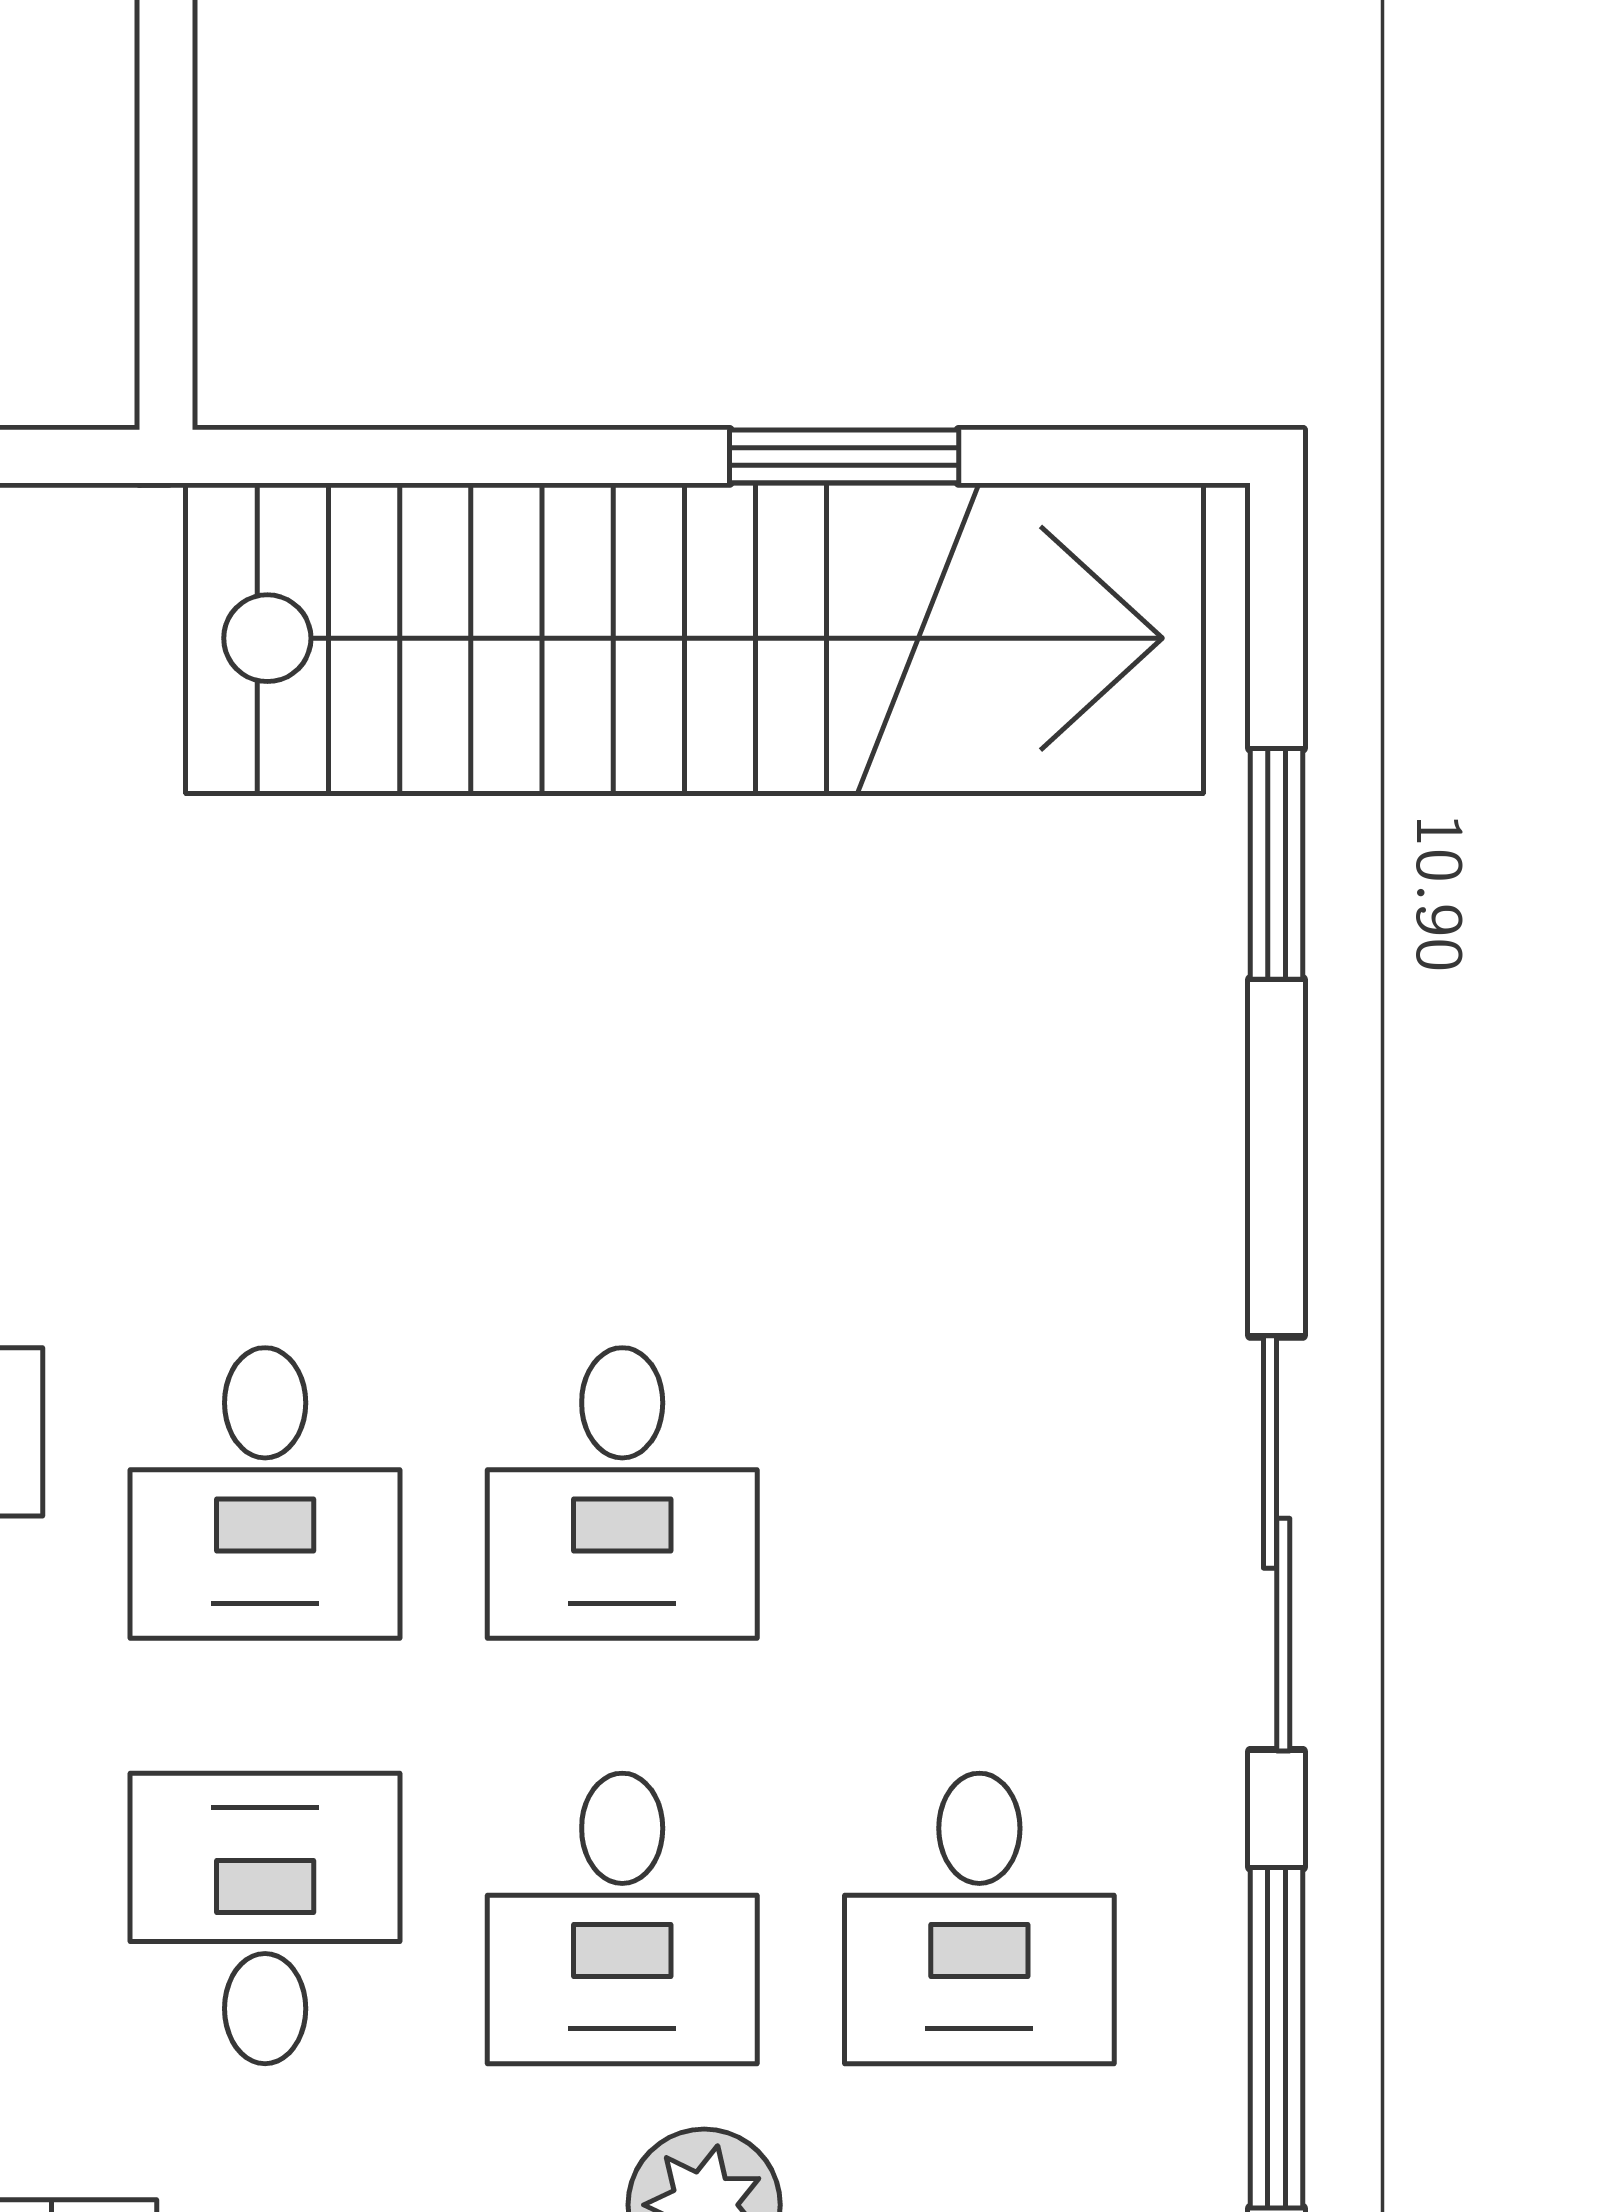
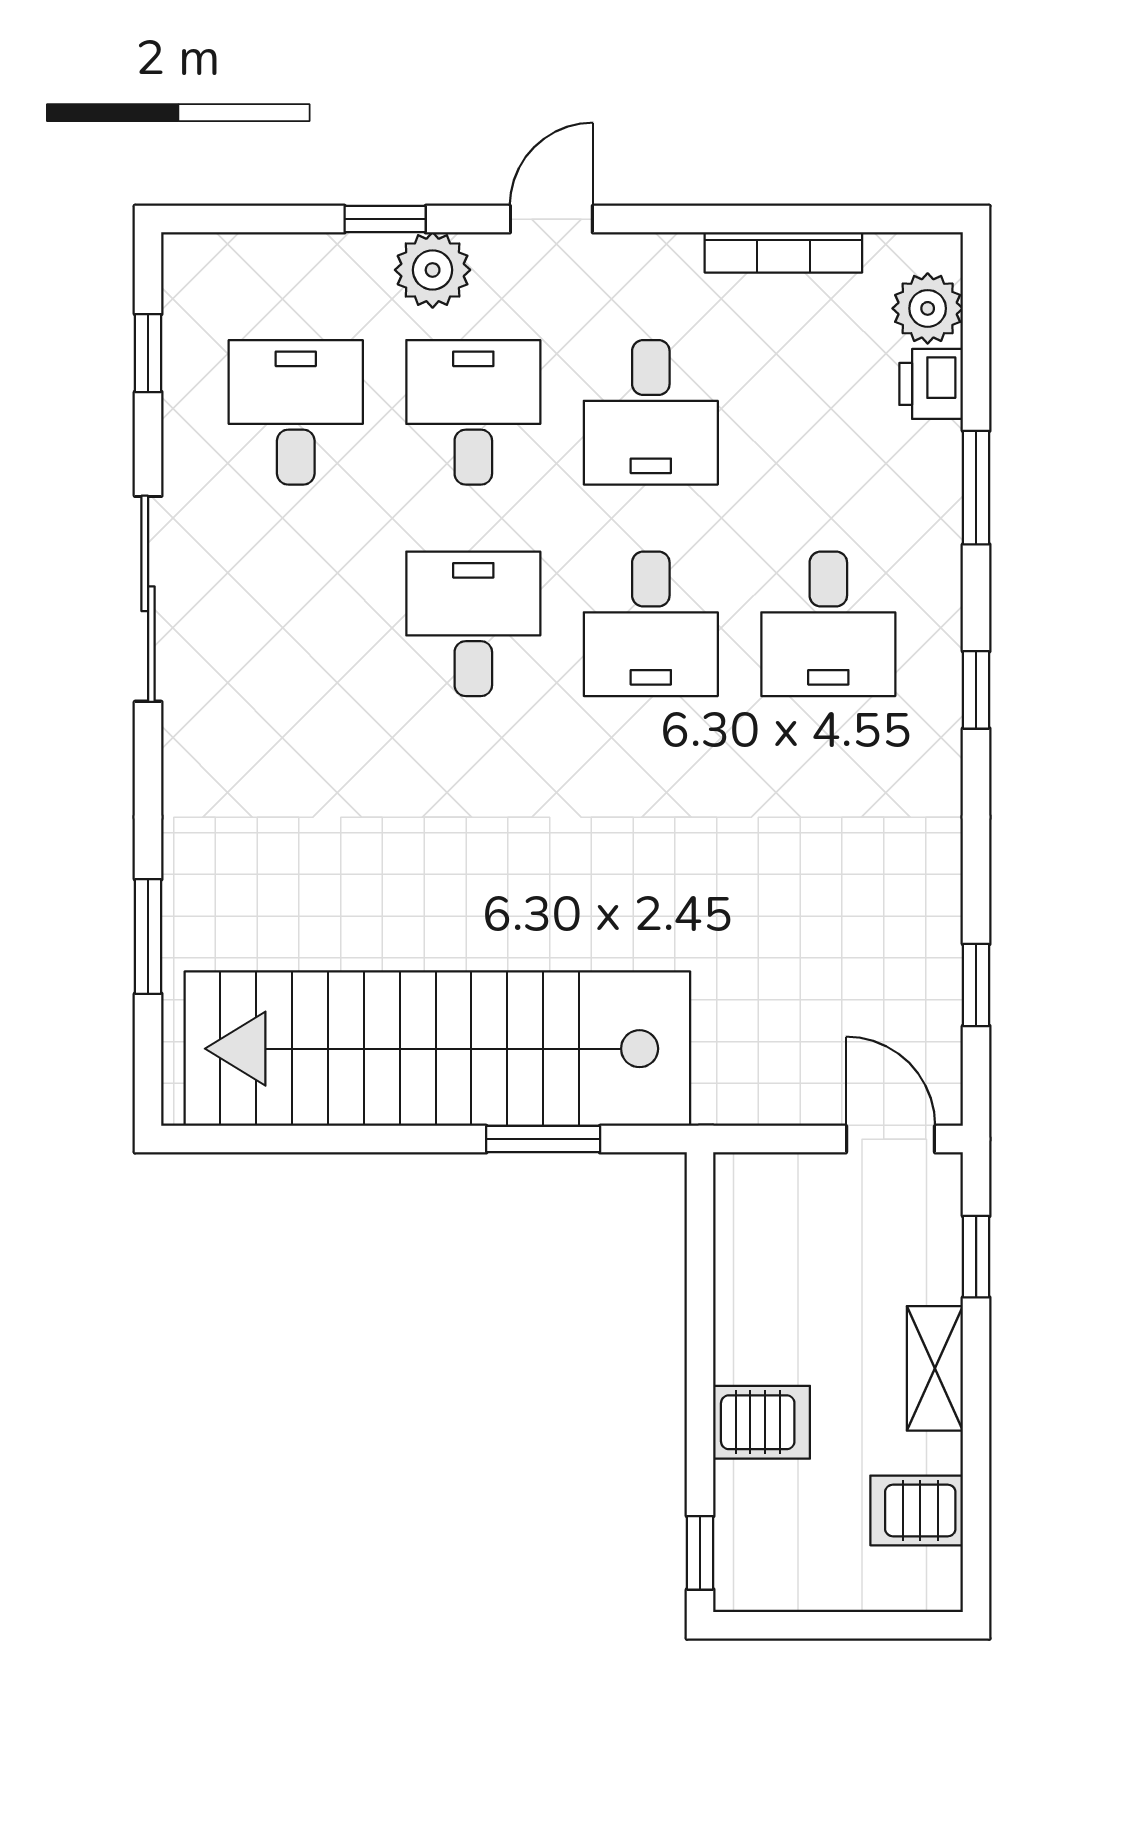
window: (844, 456) -> (543, 1139), moved
desk: (265, 1493) -> (651, 624), turned 180
window: (1277, 2038) -> (148, 353), width x0.46

